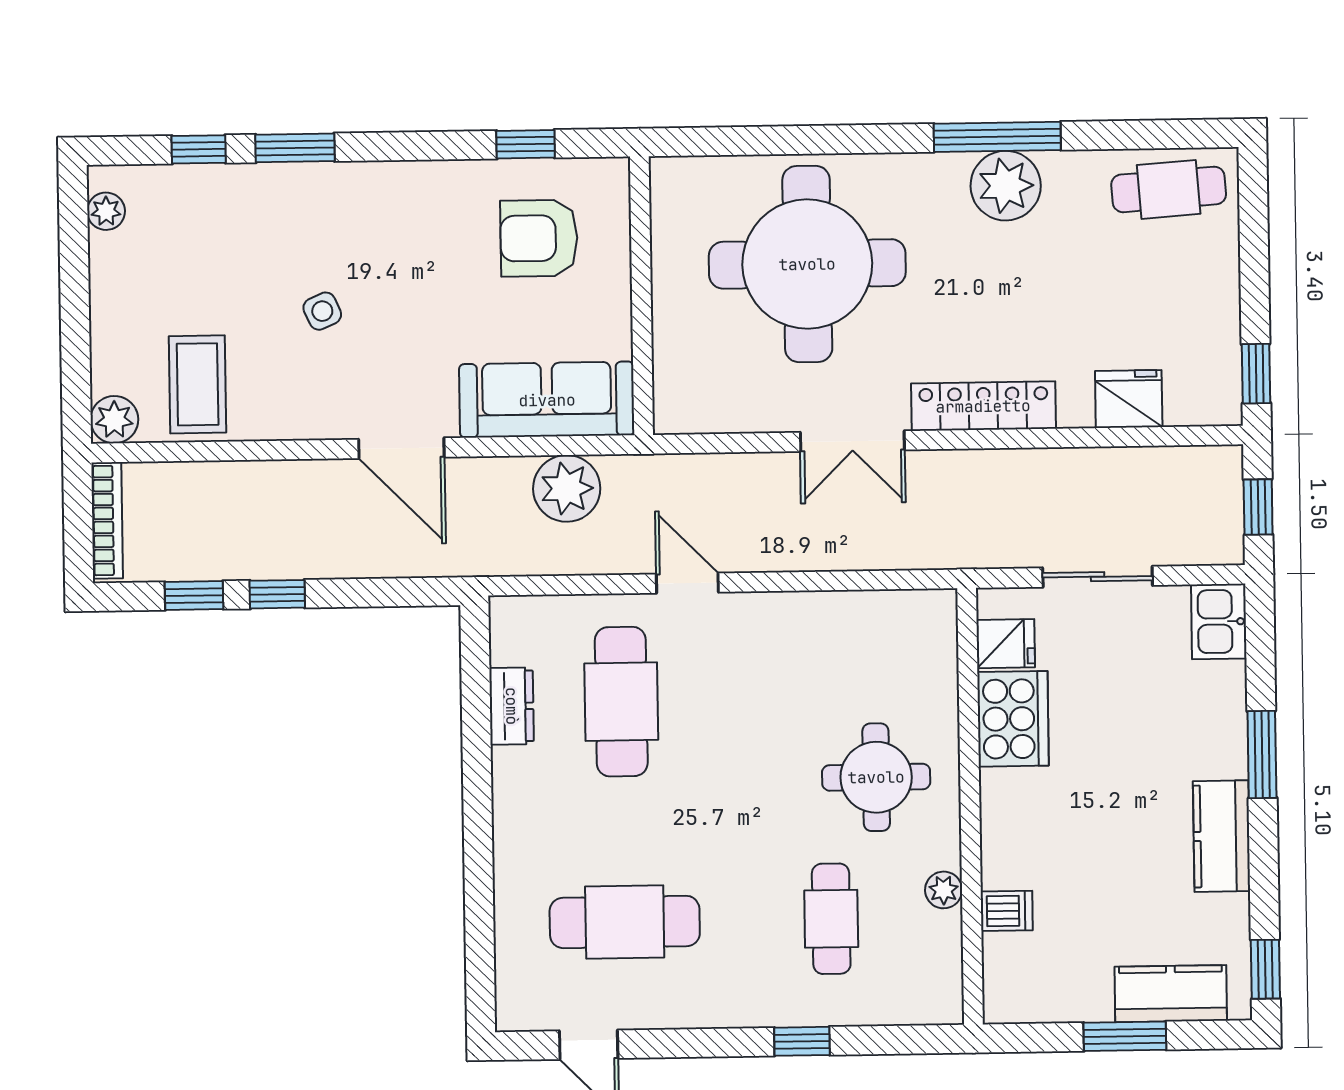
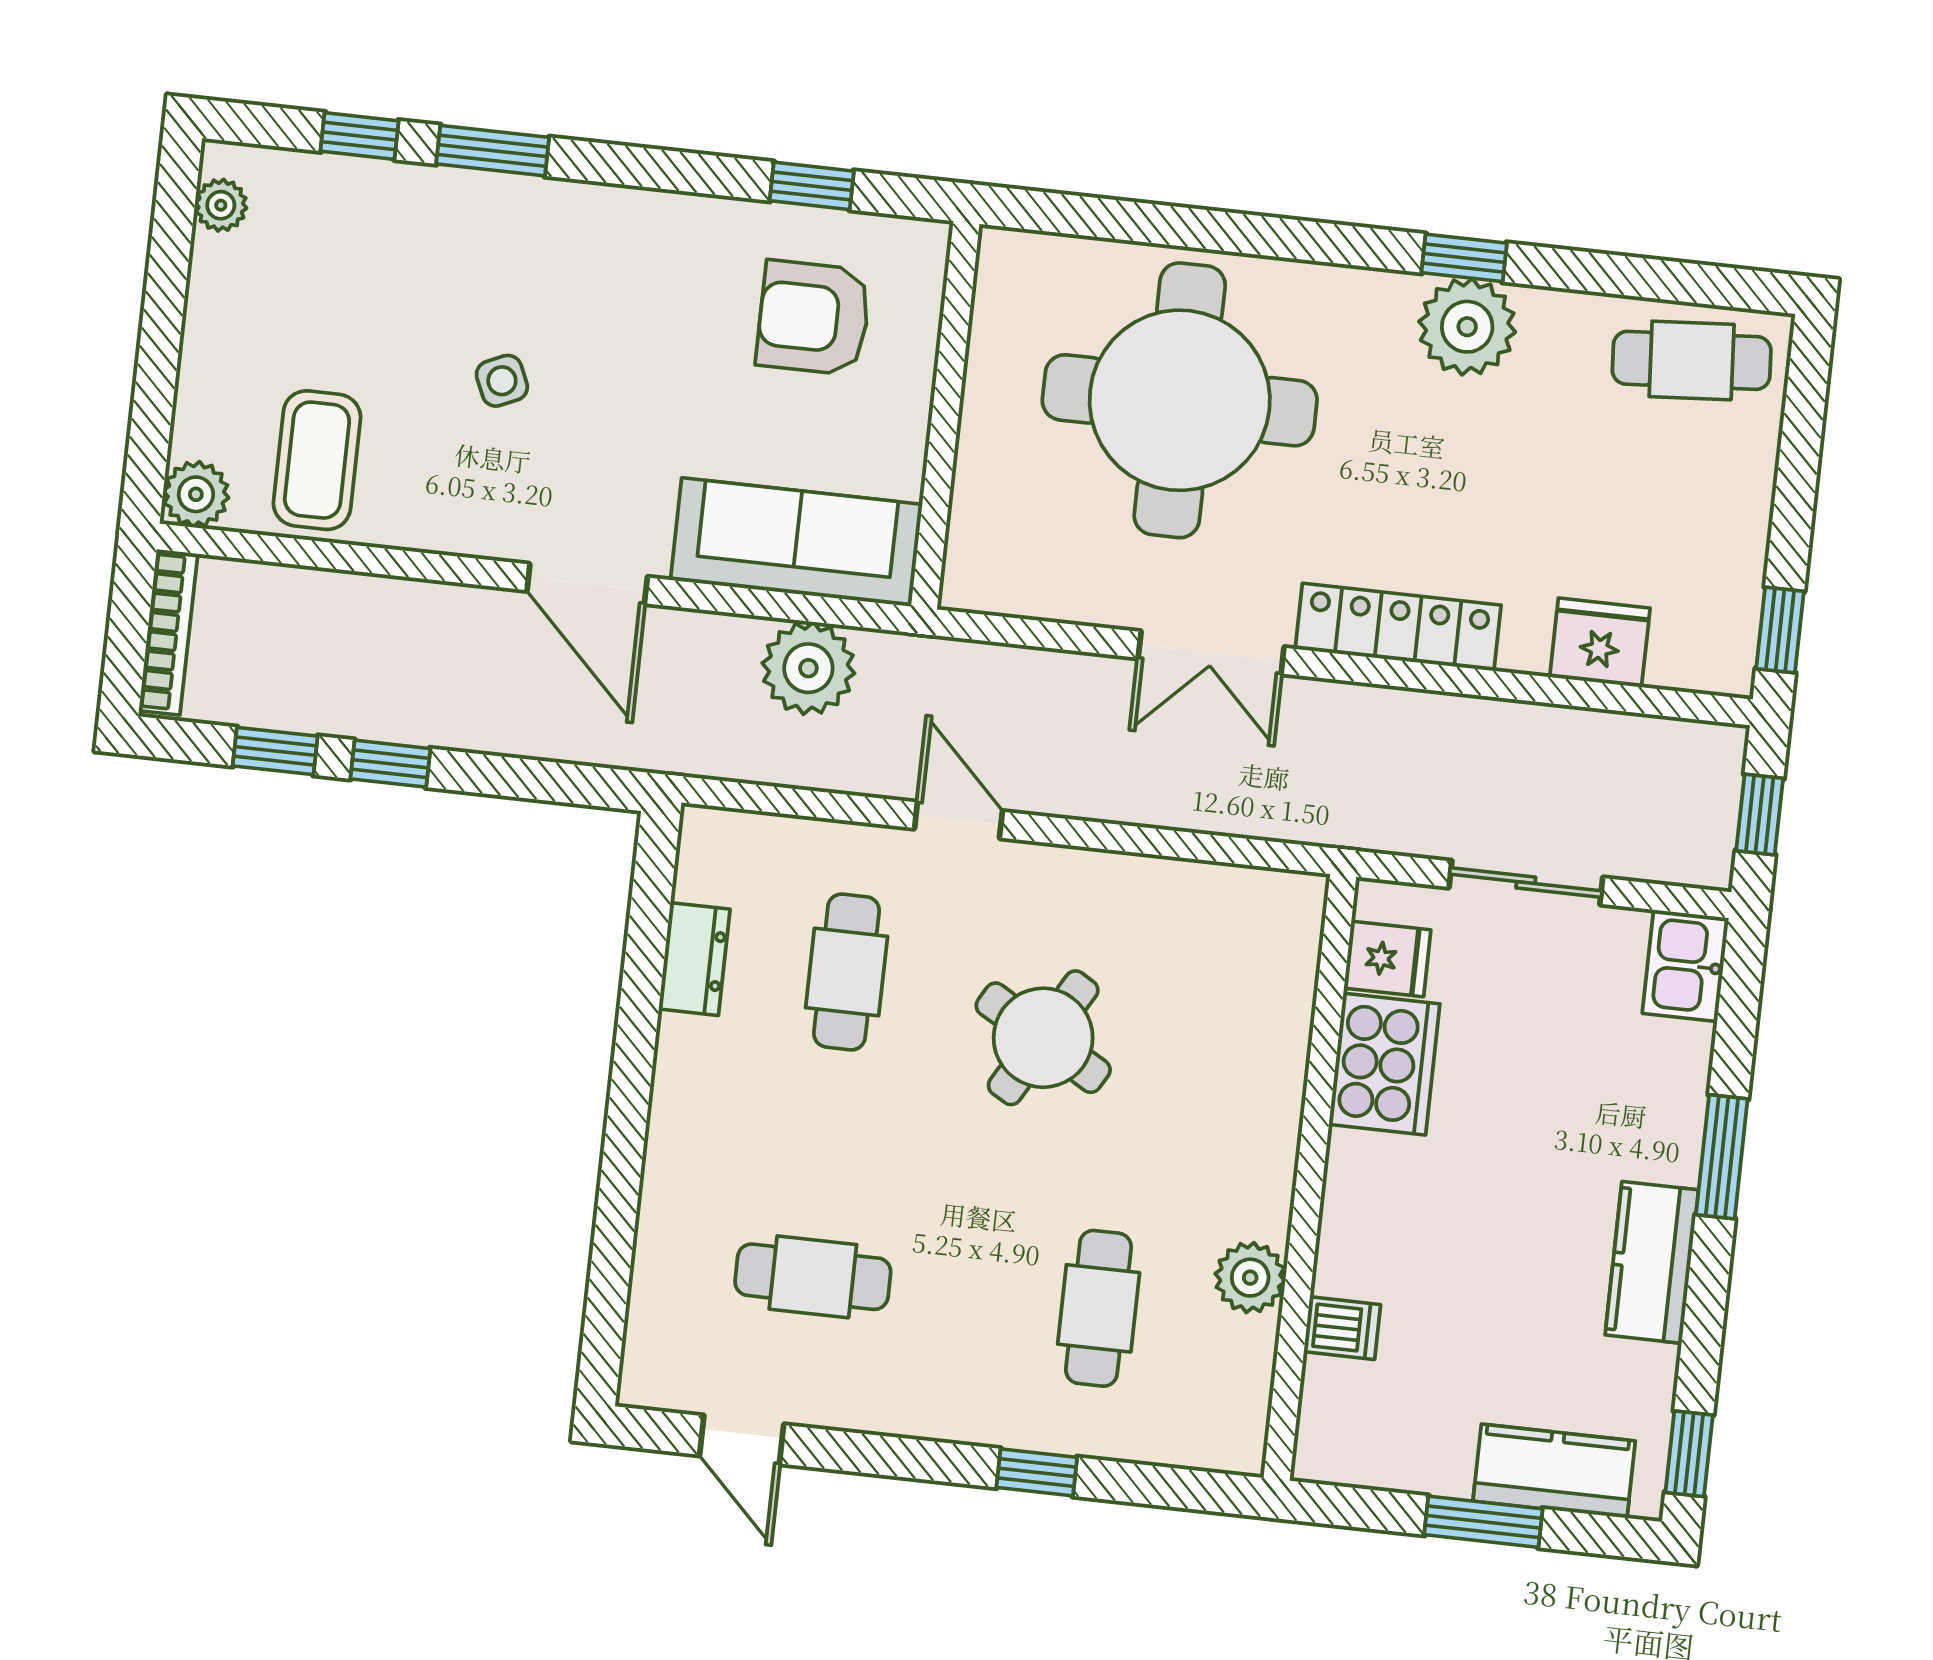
window: (997, 137) -> (1464, 258), width x0.46
cafe table: (621, 702) -> (847, 972), width x0.73, depth x0.74
round table: (876, 777) -> (1043, 1038), moved, turned 30
plant: (944, 890) -> (1250, 1278), width x1.38, depth x1.38
cafe table: (625, 922) -> (813, 1277), width x0.73, depth x0.74

